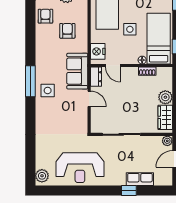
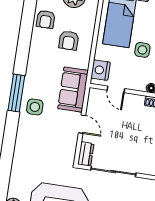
armchair: (45, 16) -> (46, 19), turned 180
armchair: (67, 31) -> (69, 41), turned 180
dresser: (96, 77) -> (86, 154), moved

